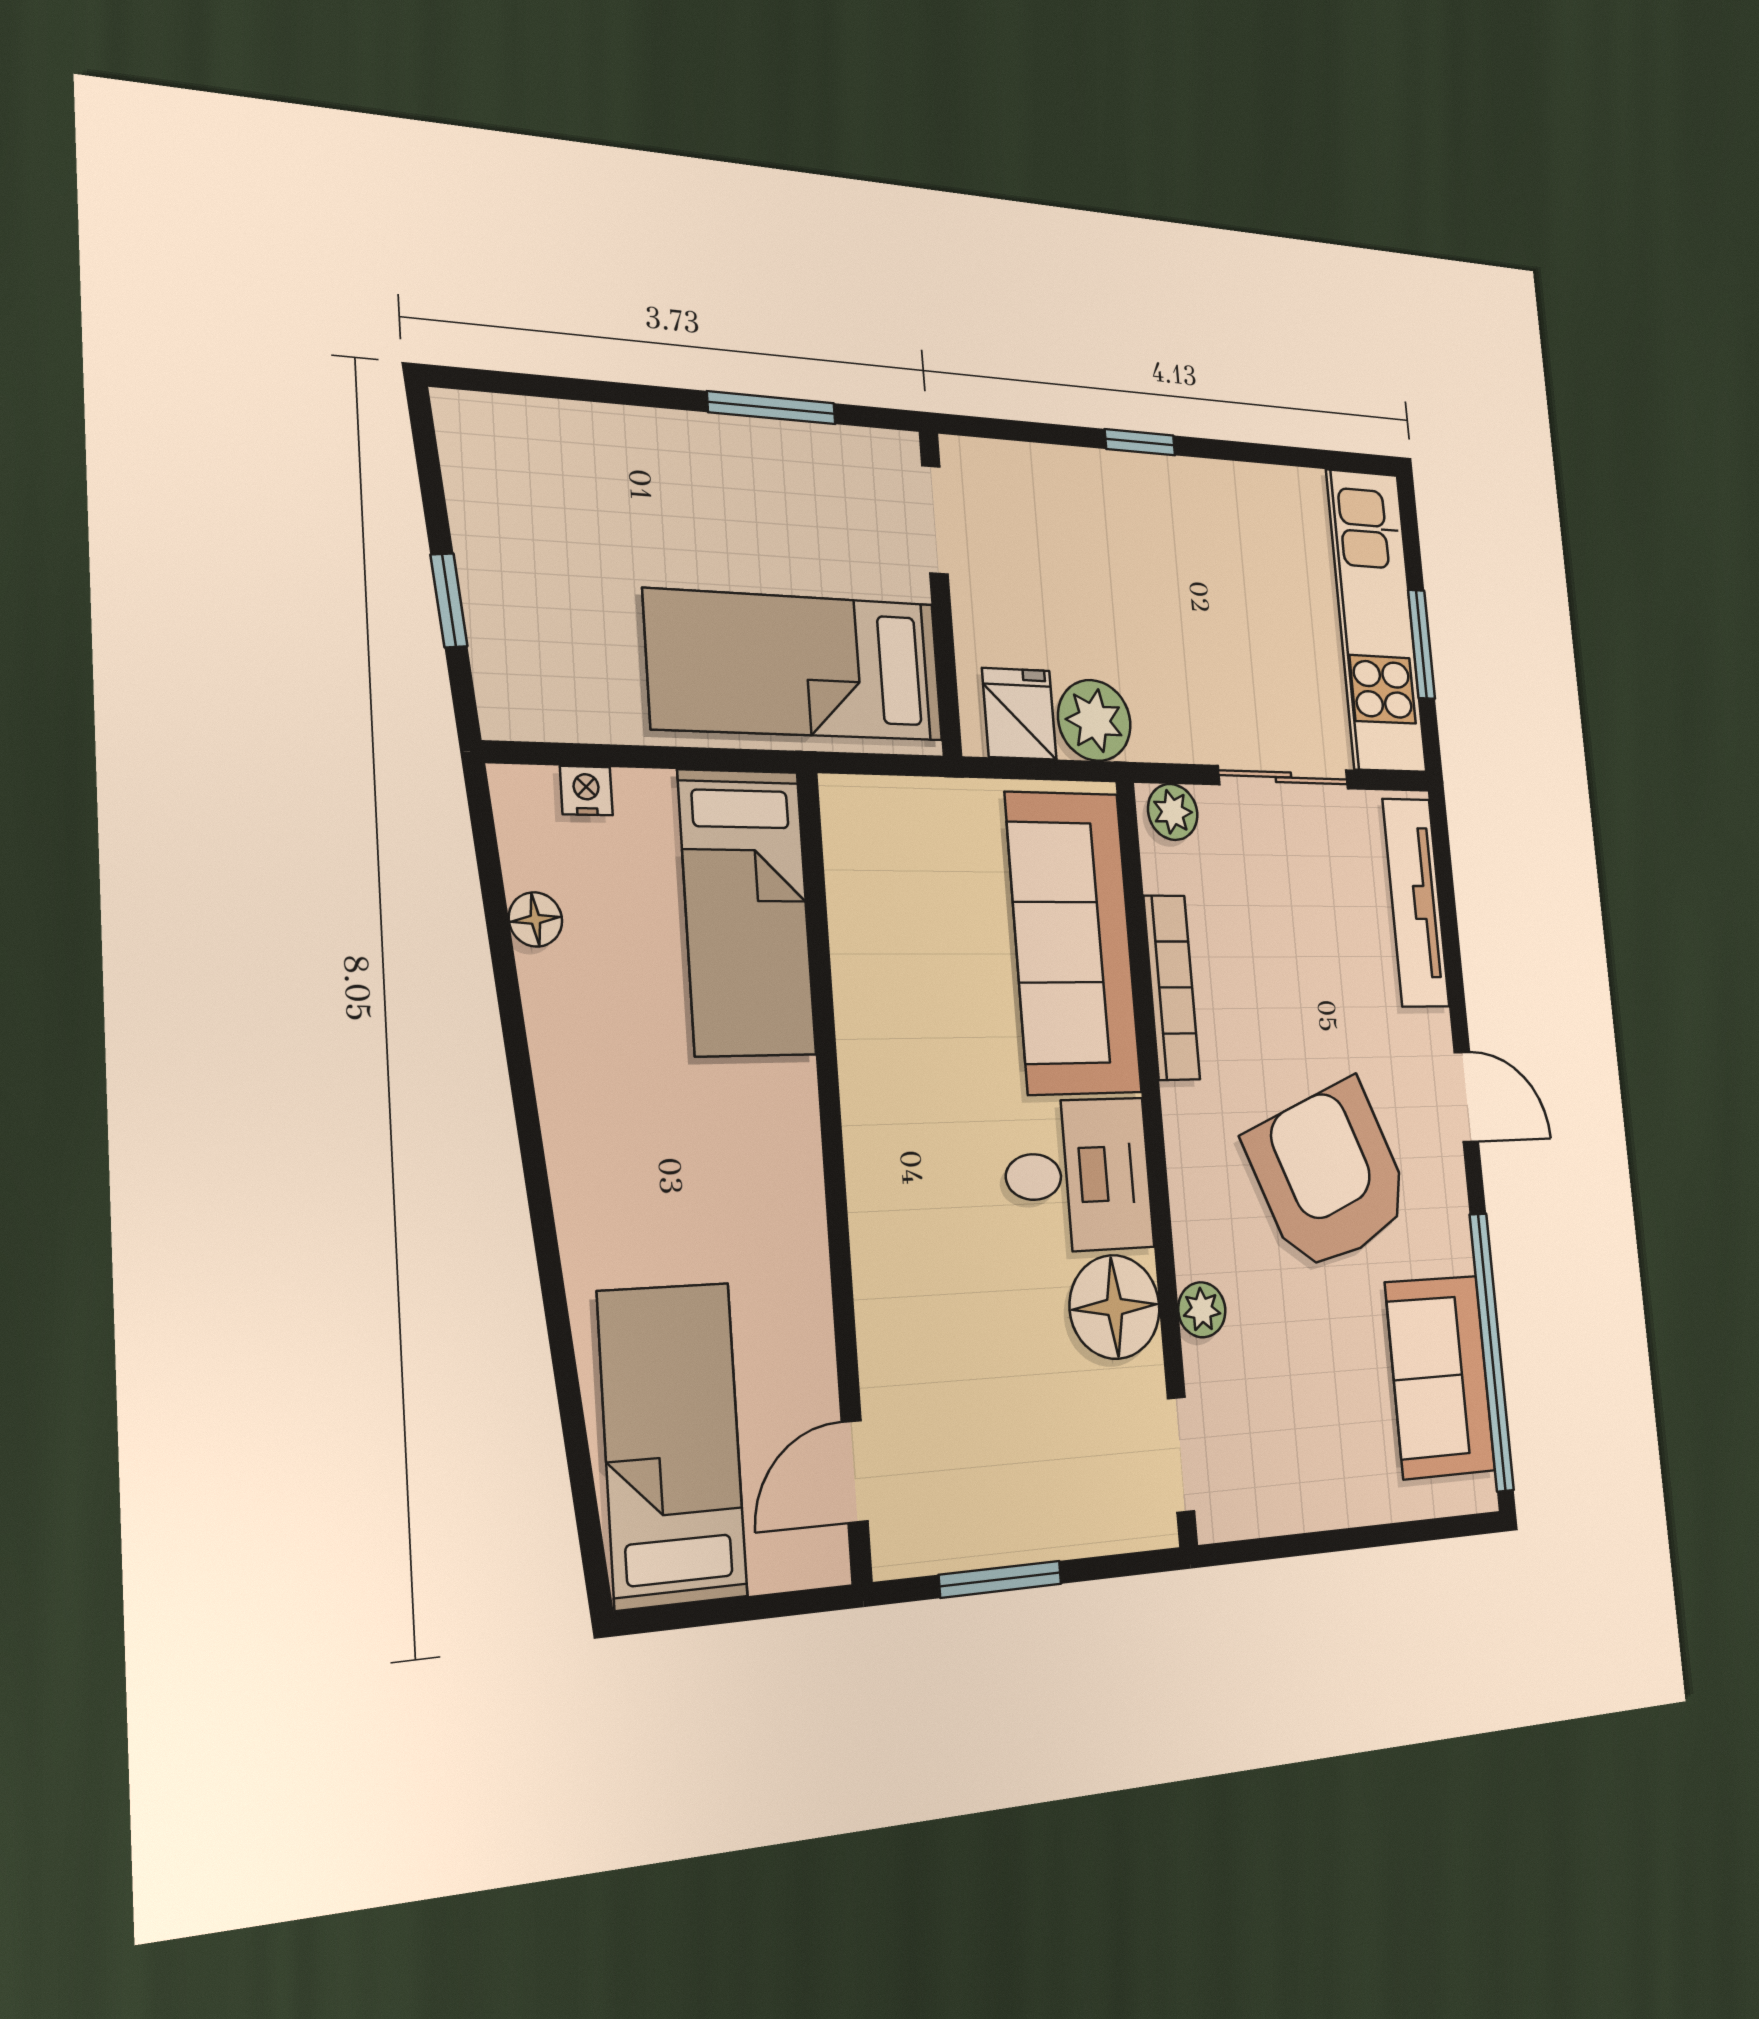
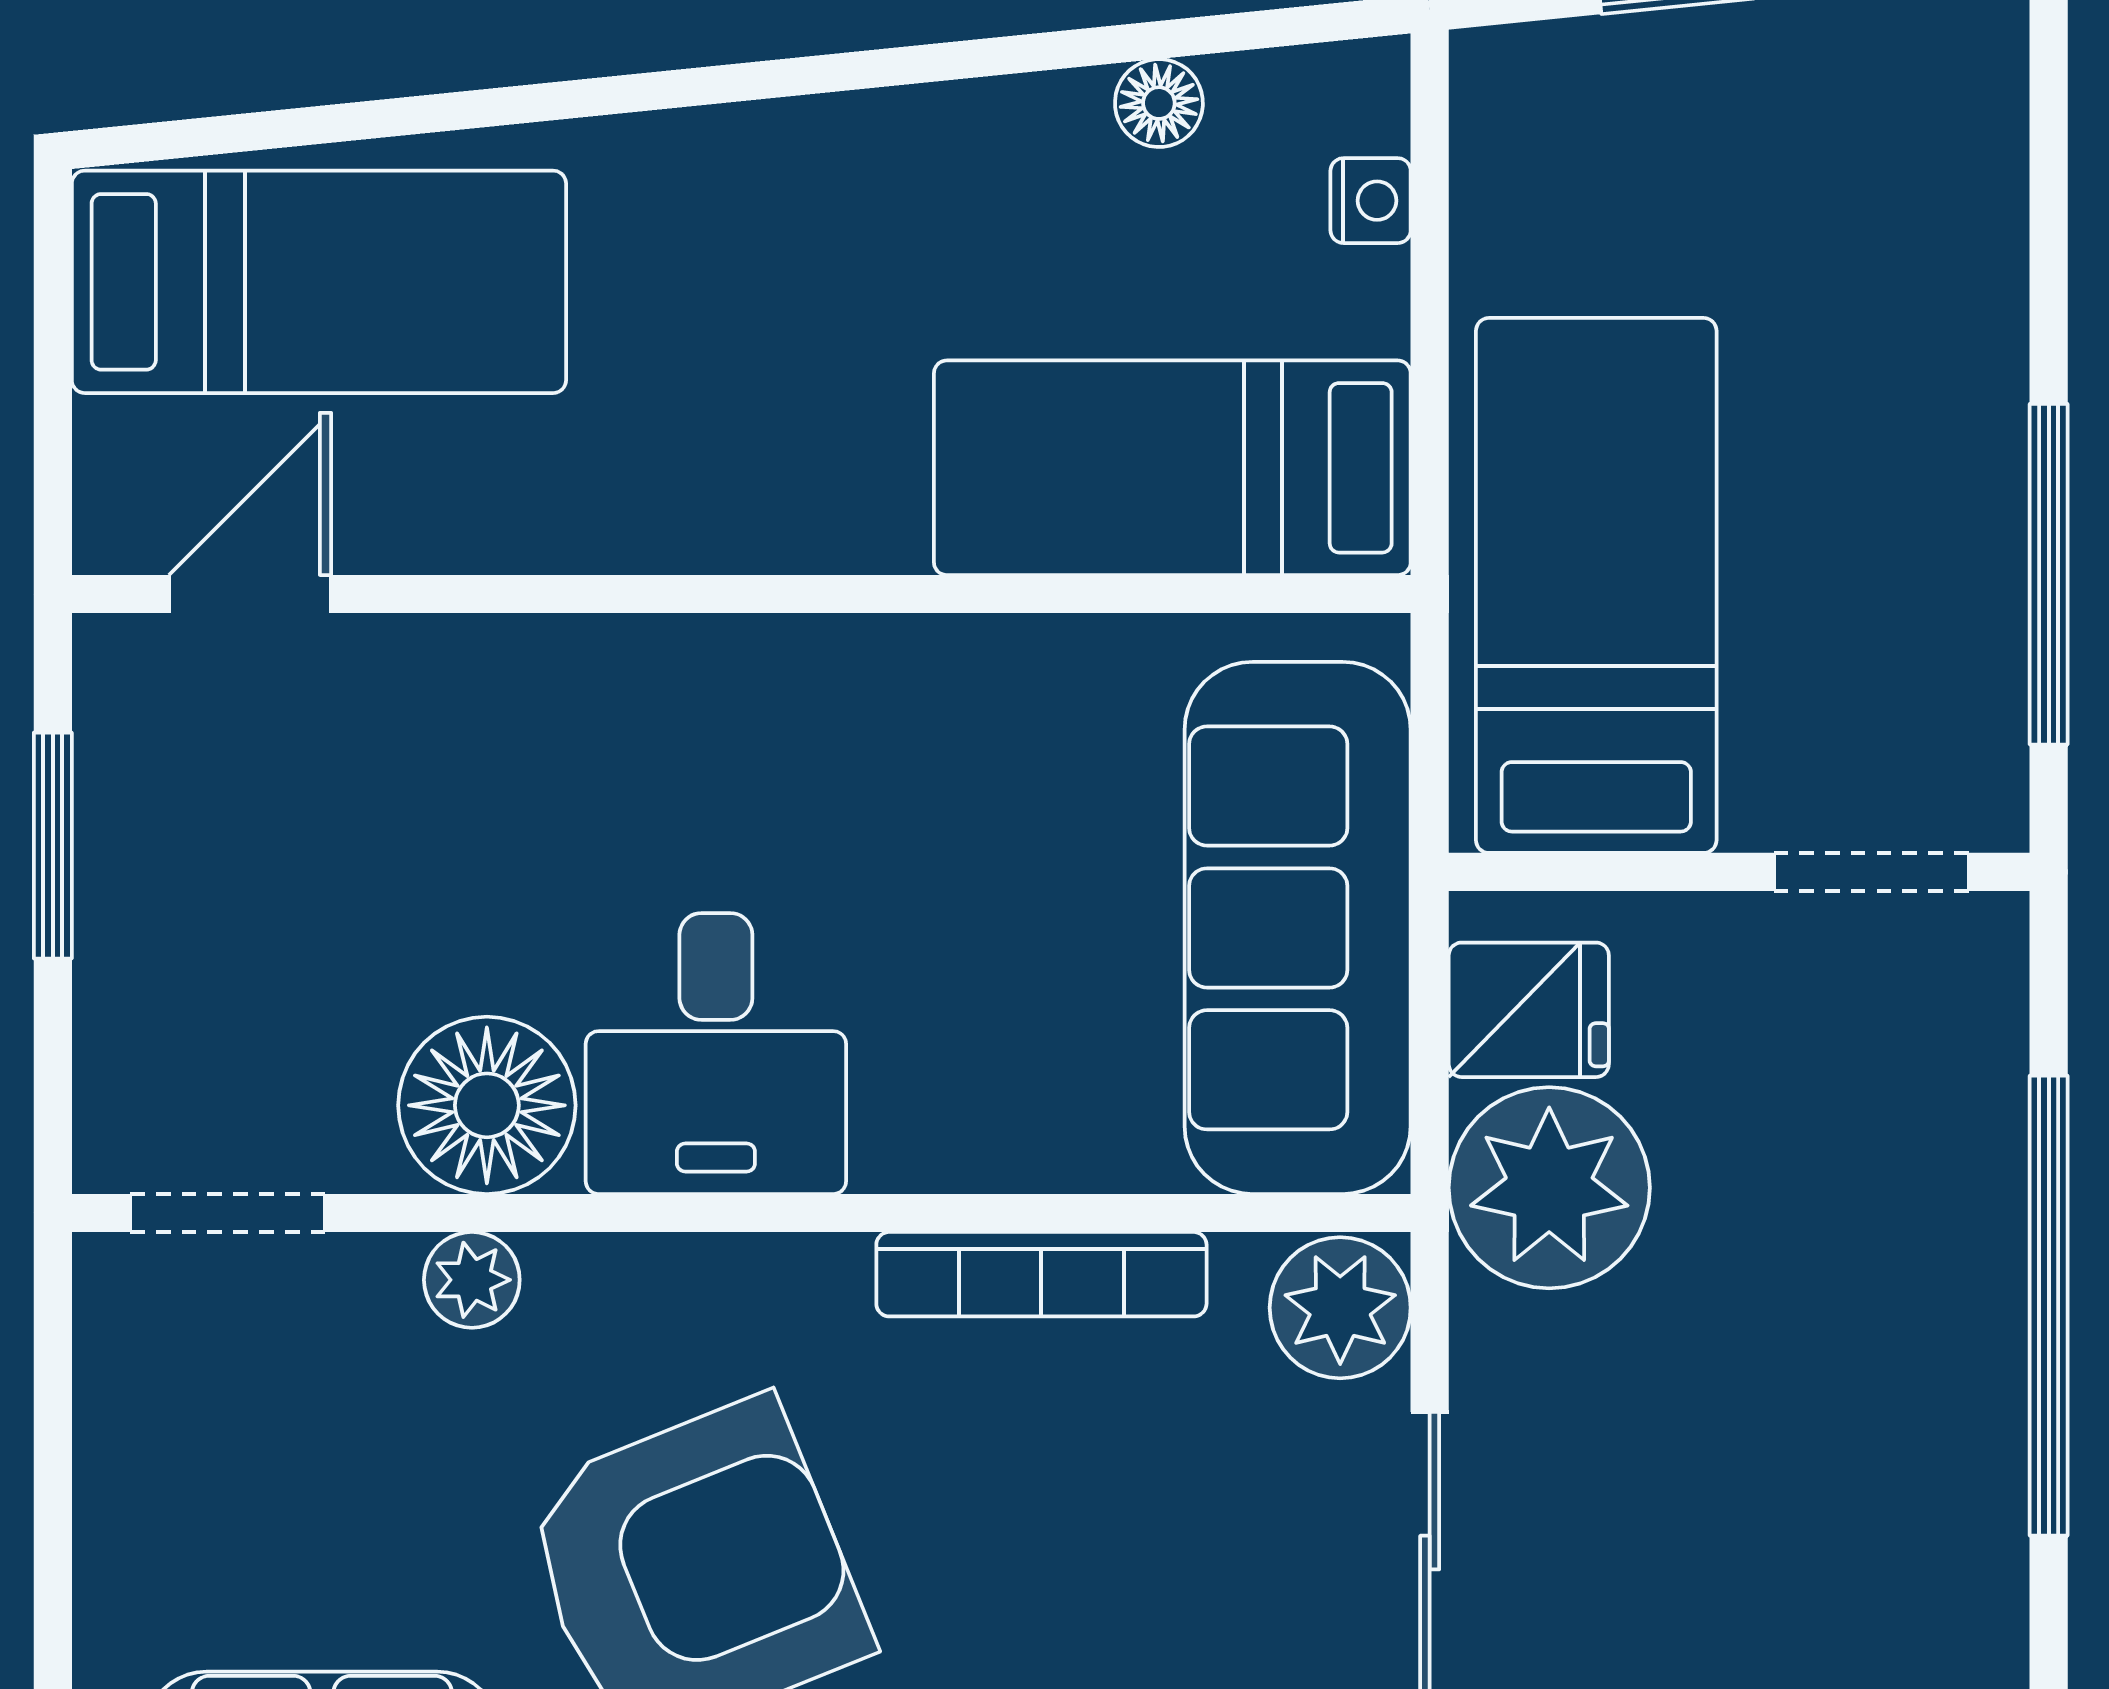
window: (772, 408) -> (2049, 574), width x1.44
window: (1140, 442) -> (2049, 1306), width x3.17
plant: (1094, 720) -> (1549, 1188), width x1.36, depth x1.36
plant: (1173, 812) -> (1340, 1308), width x1.38, depth x1.38
sofa: (1073, 942) -> (1298, 928), moved, turned -90
door: (855, 1472) -> (250, 594), hinge flipped

